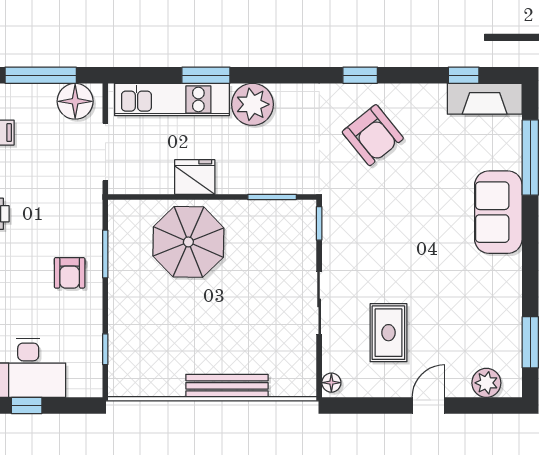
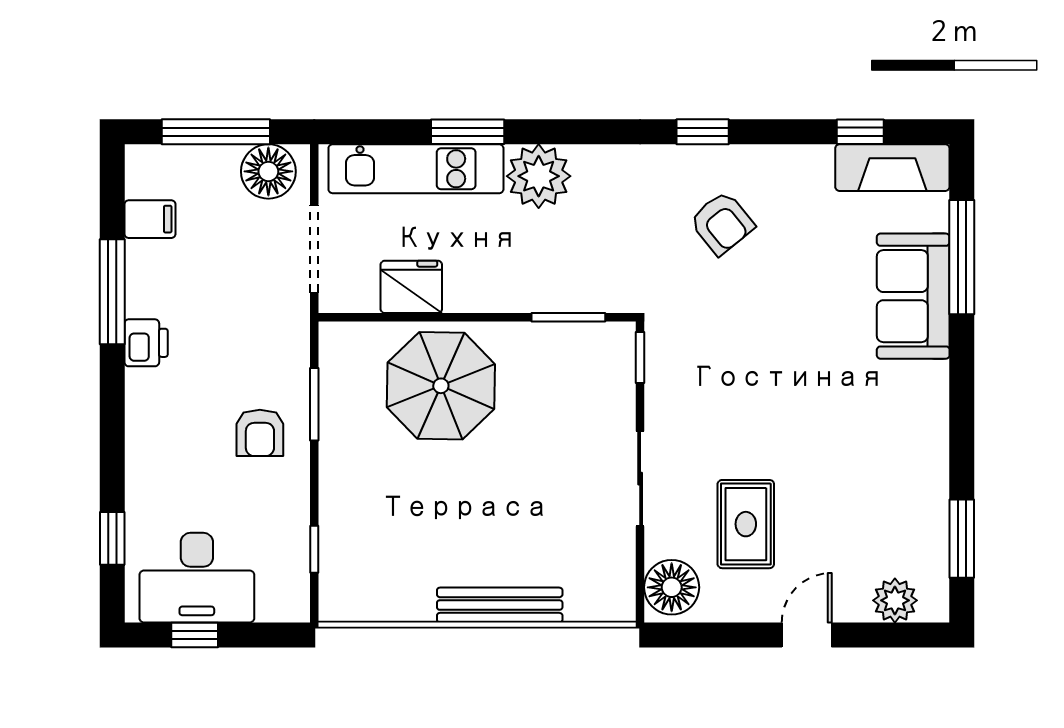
armchair: (373, 135) -> (722, 223), width x0.72, depth x0.72
fridge: (195, 177) -> (411, 287), moved
sofa: (498, 212) -> (913, 296), moved
floor lamp: (331, 383) -> (672, 587), width x1.89, depth x1.89

